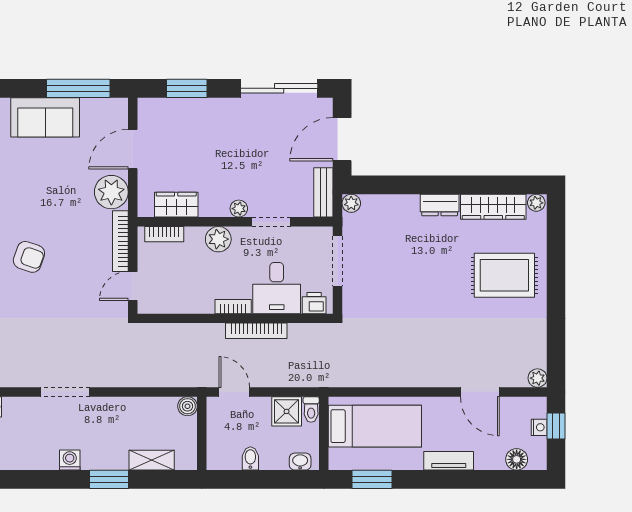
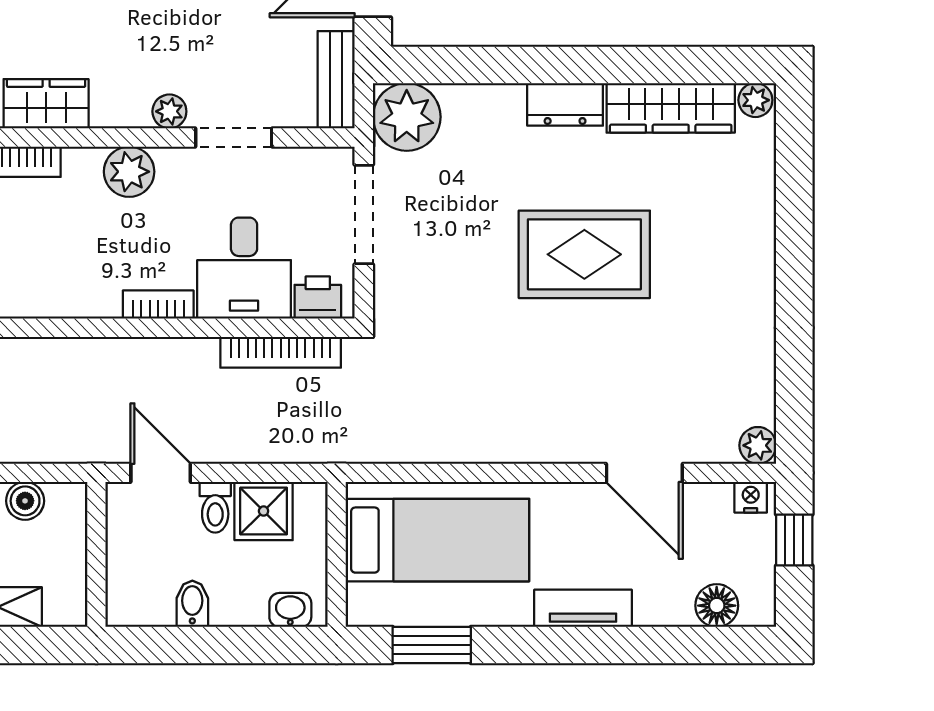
plant: (351, 203) -> (407, 117), width x1.88, depth x1.88
rug: (504, 275) -> (584, 254), moved
bookcase: (256, 331) -> (281, 352), moved
boiler: (187, 406) -> (25, 501), moved
toilet: (311, 409) -> (215, 507), moved
nightstand: (539, 427) -> (751, 497), moved, turned -90

